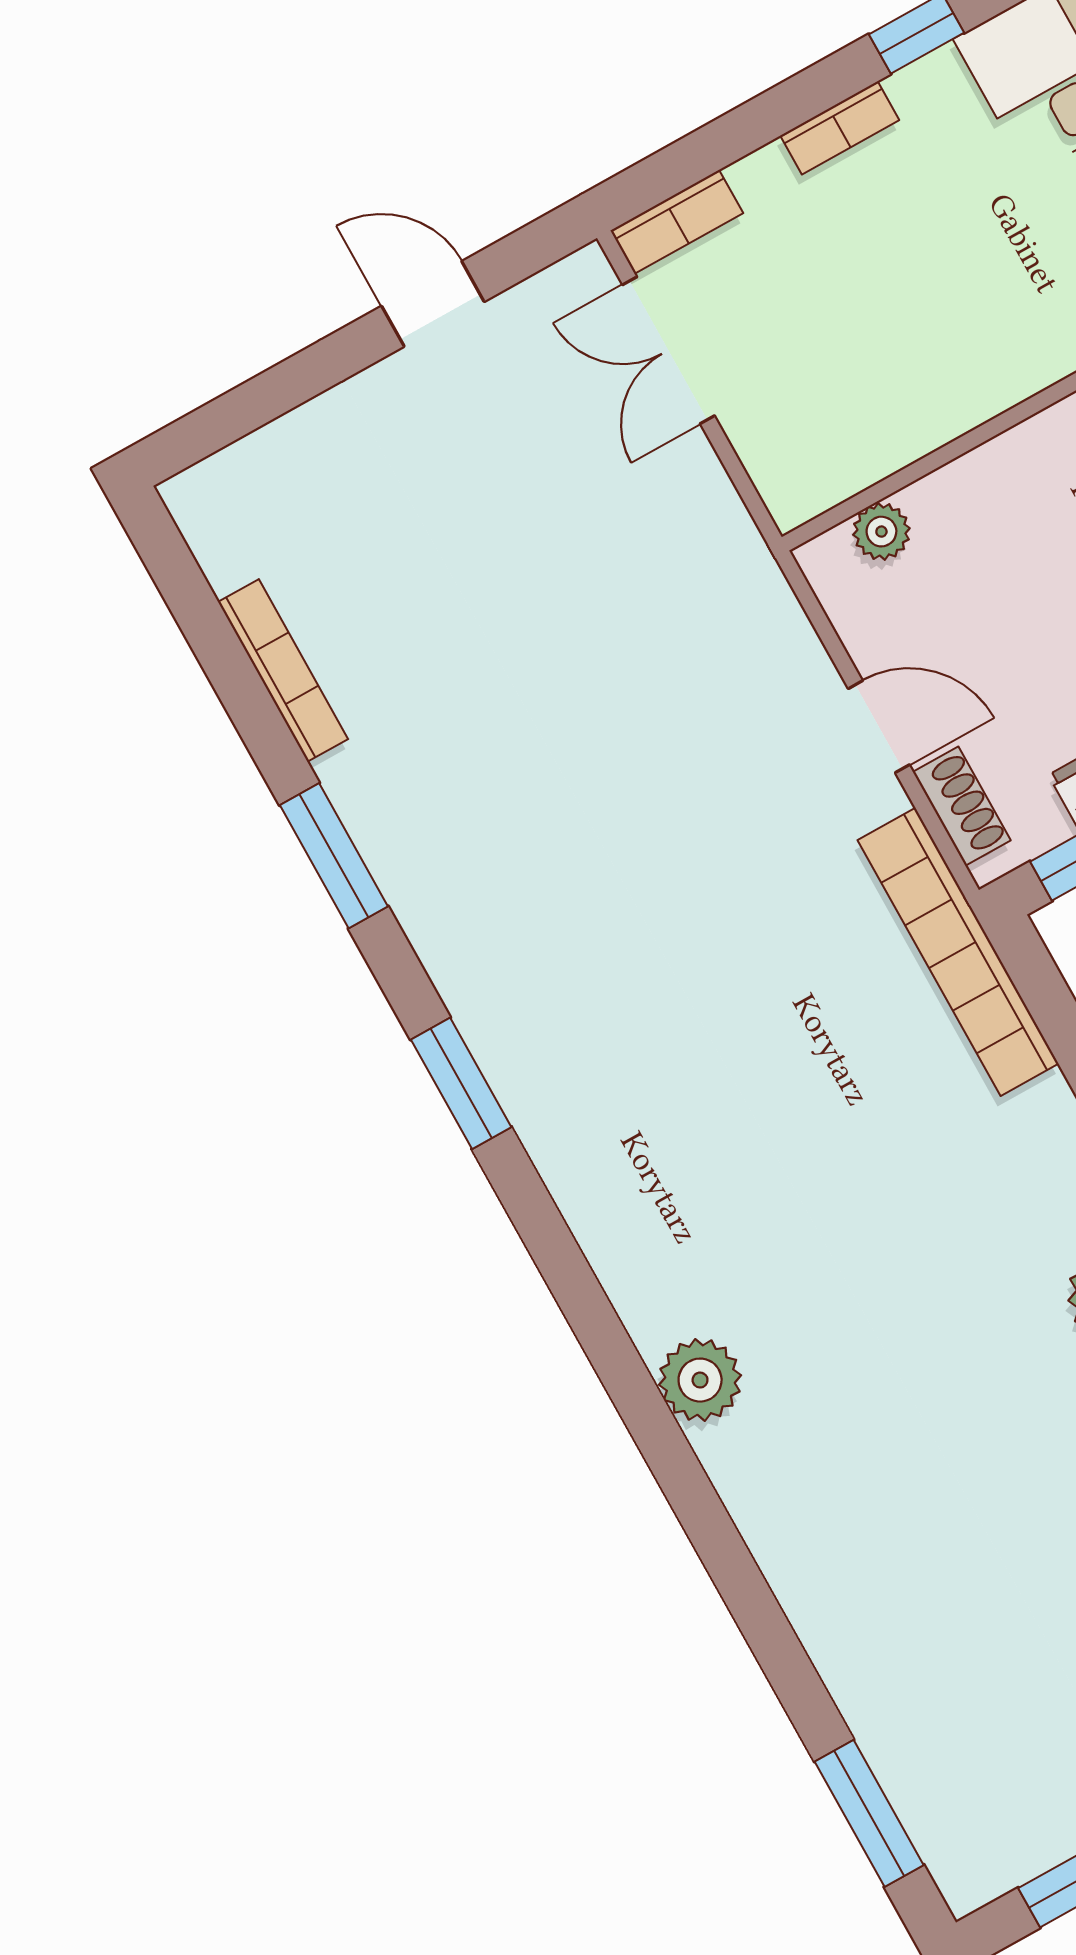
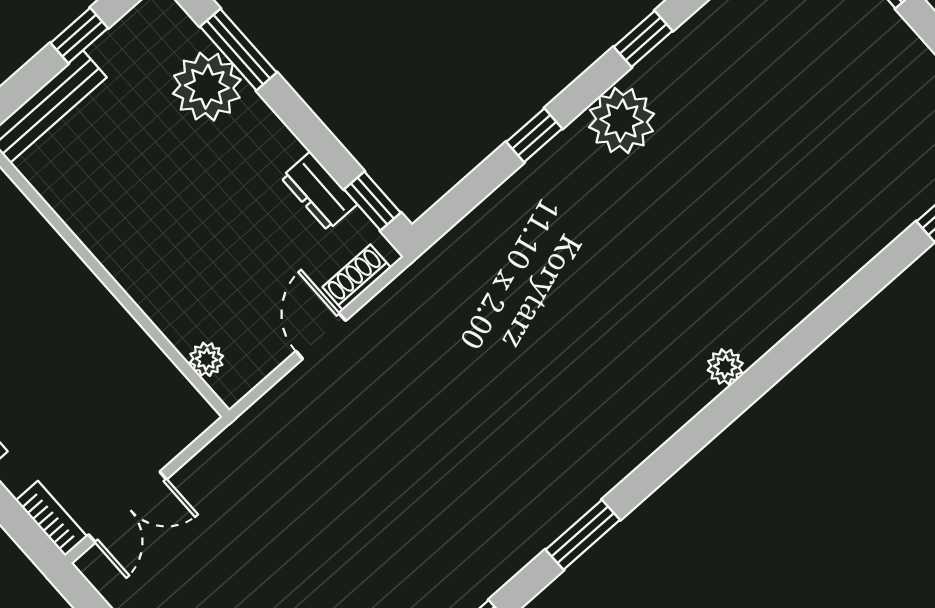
bookcase: (958, 952) -> (442, 261), removed
plant: (700, 1380) -> (725, 367), width x0.73, depth x0.73

